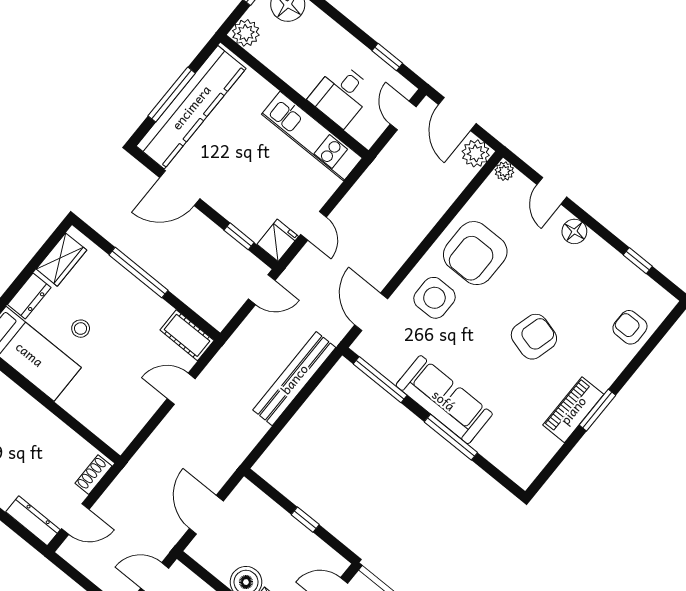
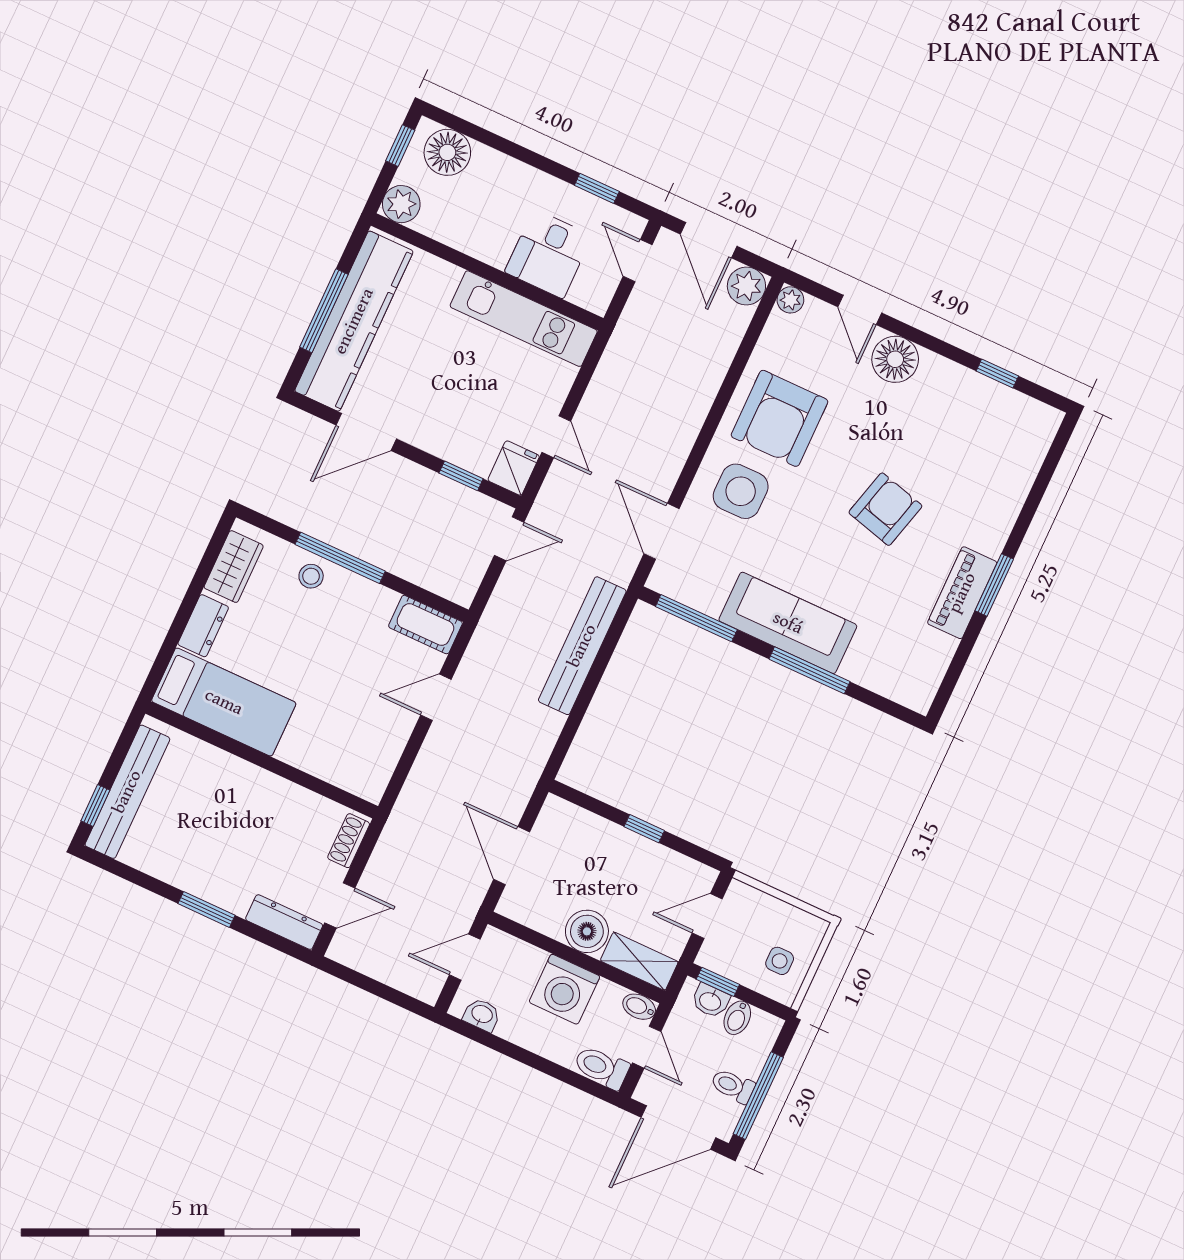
floor lamp: (574, 231) -> (895, 359), width x1.38, depth x1.38
armchair: (630, 327) -> (1009, 464), removed
stool: (81, 329) -> (311, 576), moved

